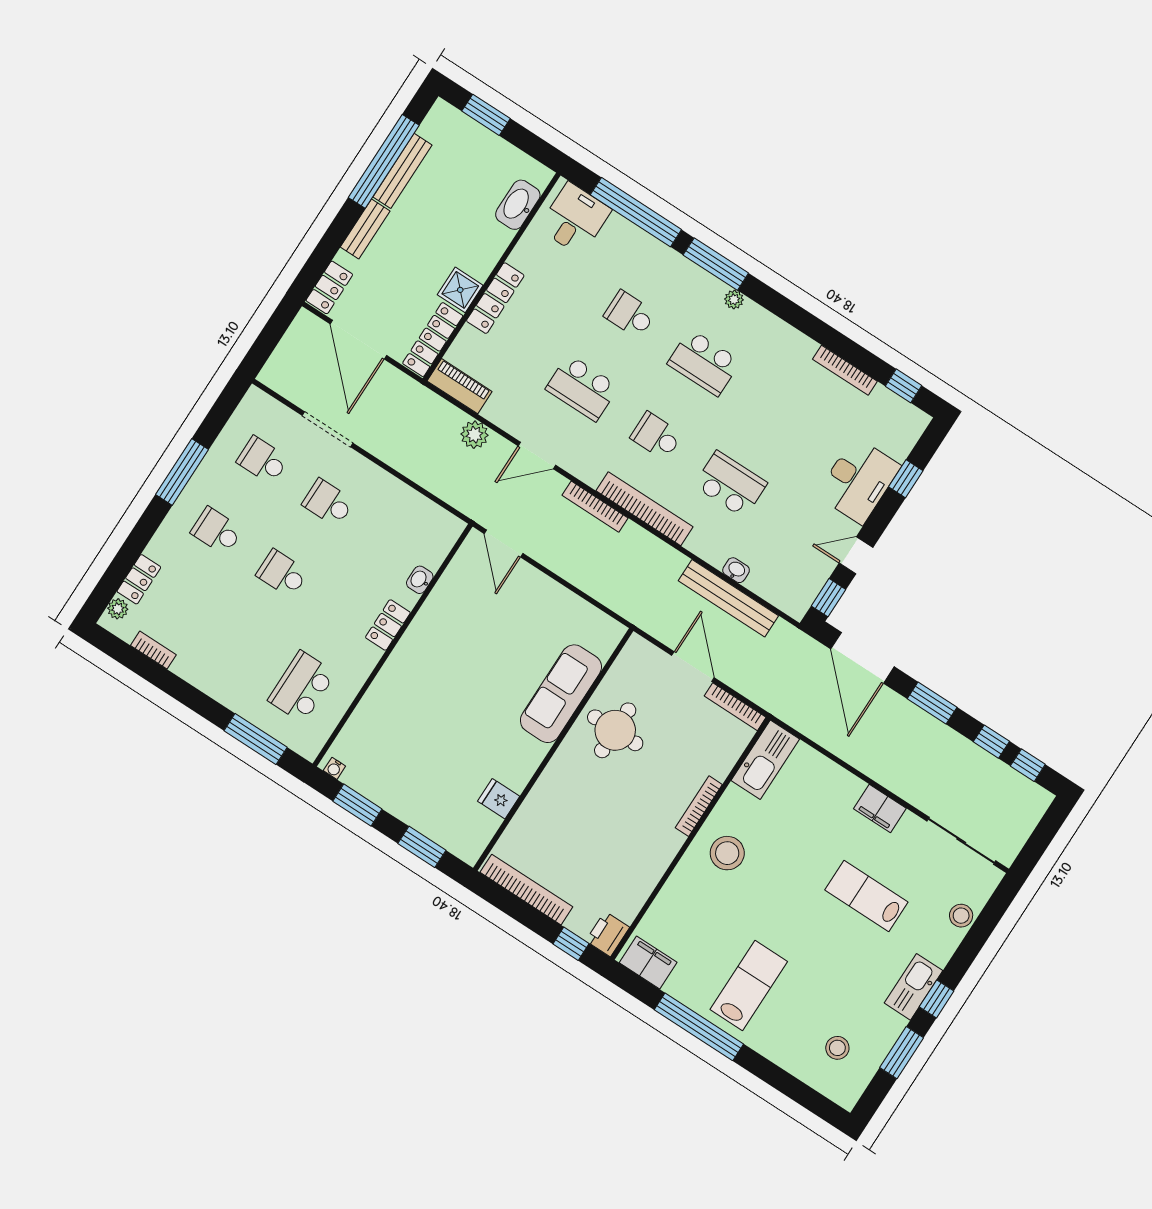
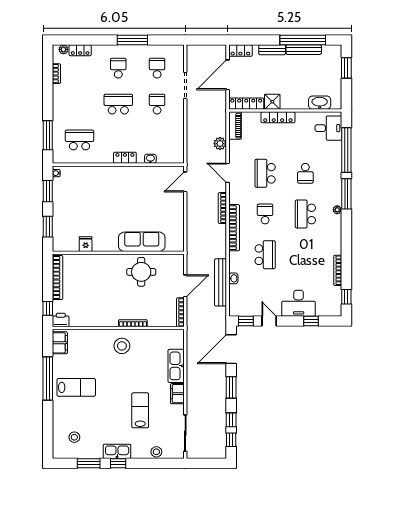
school desk: (630, 314) -> (305, 173), turned 180
school desk: (282, 573) -> (118, 104), width x1.85
kitchen sink: (765, 760) -> (176, 366), moved, turned 90

